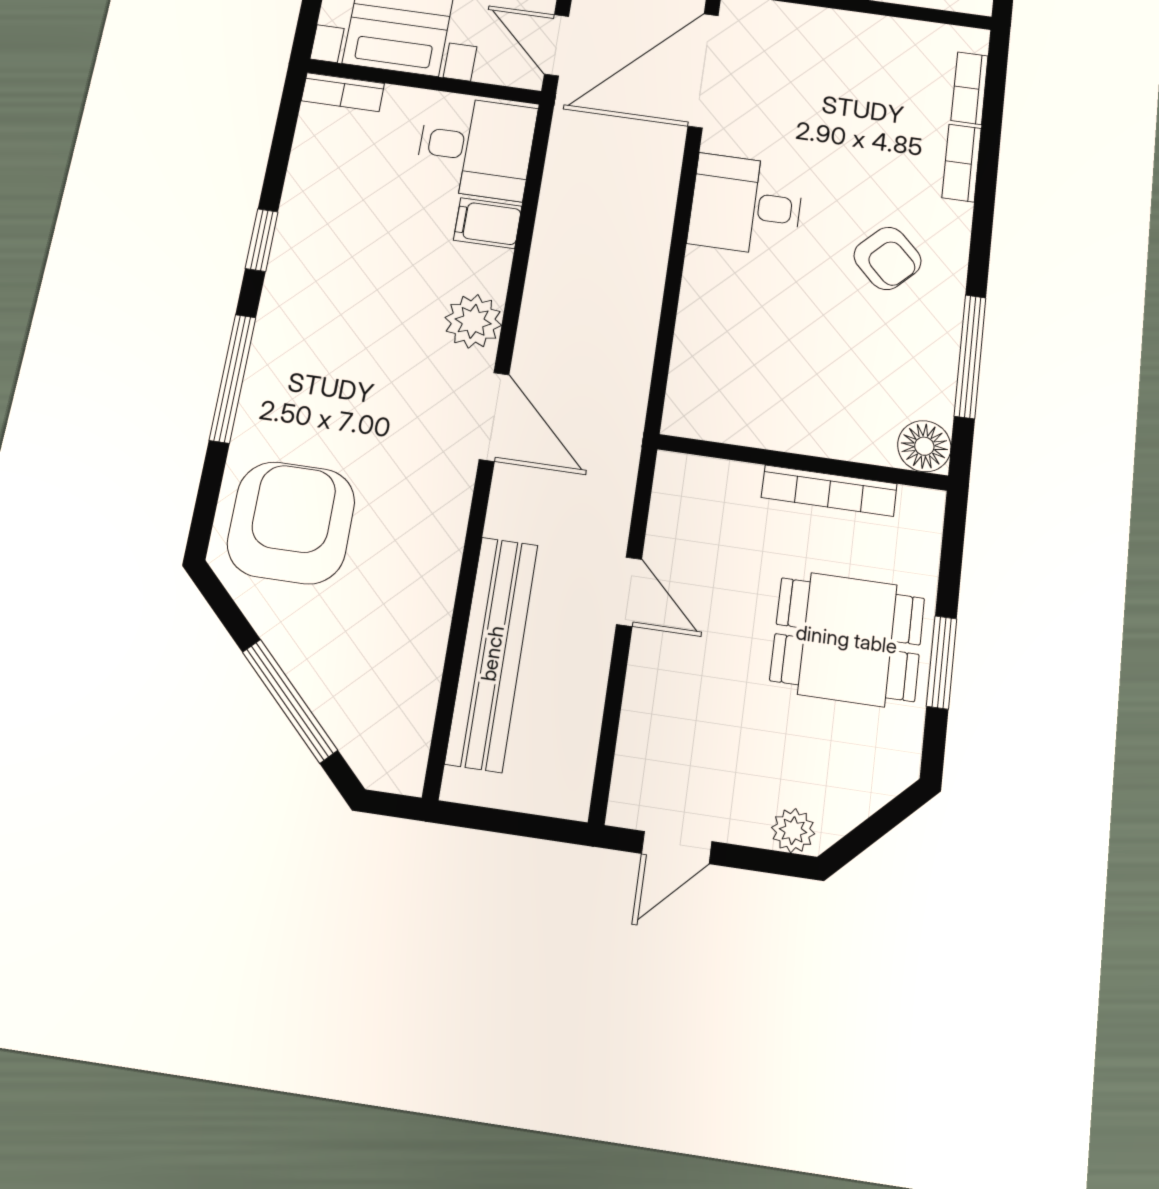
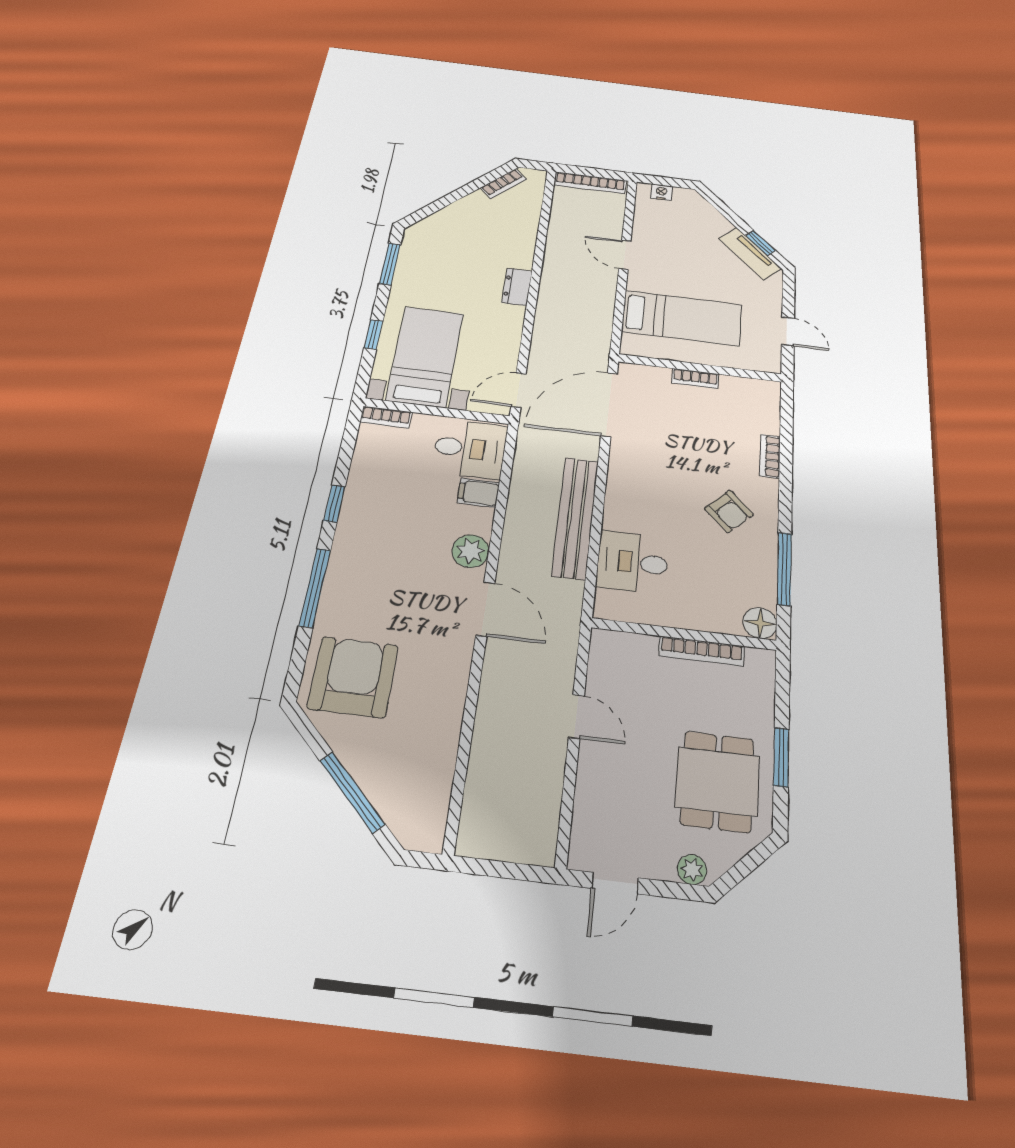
door: (557, 45) -> (518, 390), hinge flipped
bookcase: (970, 88) -> (695, 378), moved, turned -90
desk: (746, 205) -> (632, 562), moved
dining table: (847, 639) -> (717, 781), moved, turned 90
bench: (492, 653) -> (575, 517), moved

